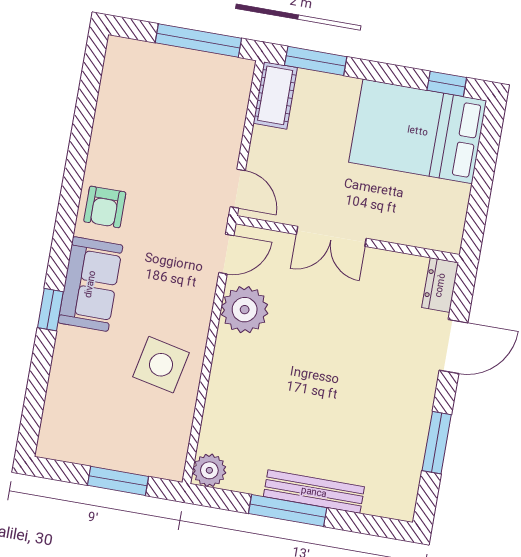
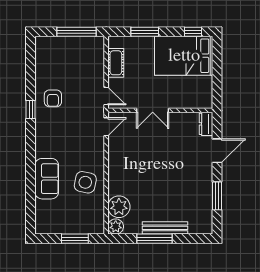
window: (316, 61) -> (145, 32), moved
cot: (275, 95) -> (116, 63), moved
armchair: (105, 207) -> (53, 98), moved
sofa: (90, 284) -> (47, 179), moved
window: (50, 310) -> (31, 110), moved
plant: (245, 310) -> (119, 207), moved

